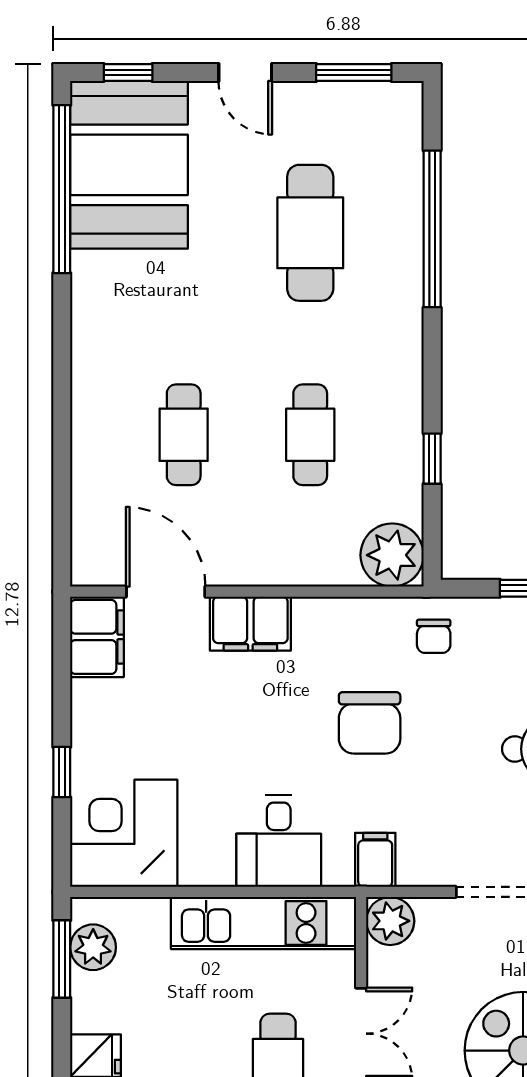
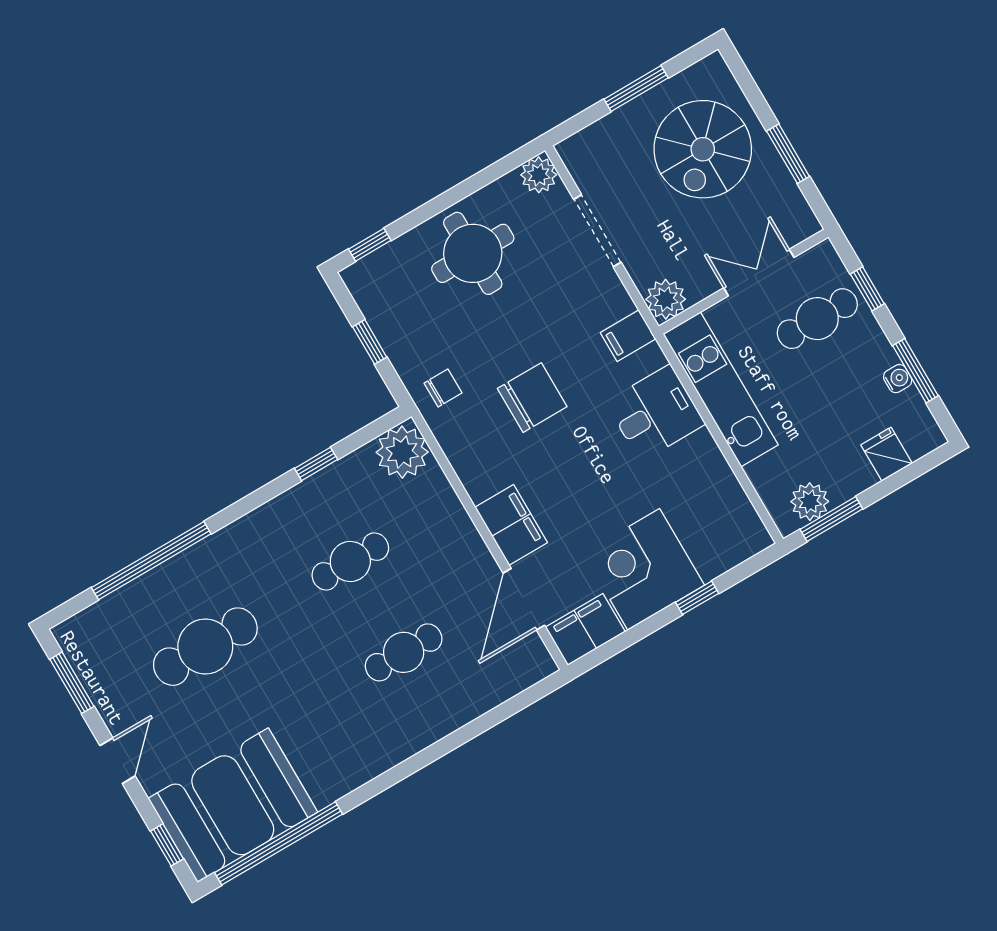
corner desk: (124, 833) -> (644, 569), moved, turned 90

